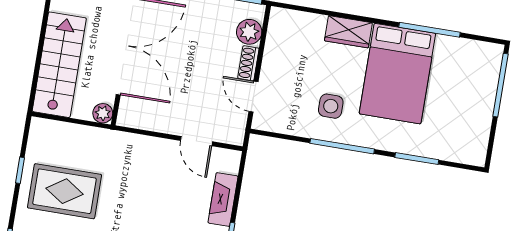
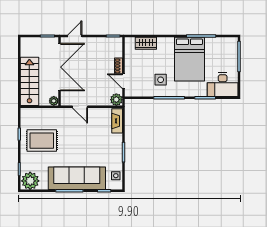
plant: (249, 32) -> (116, 100), moved
wardrobe: (348, 32) -> (146, 43), moved
desk: (457, 138) -> (223, 85), added
door: (196, 141) -> (80, 107), moved
fireplace: (223, 199) -> (117, 121), moved

